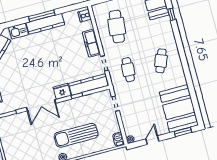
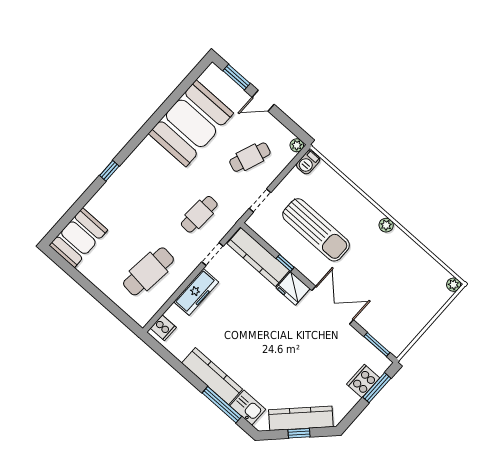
window: (172, 14) -> (109, 171), moved
window: (42, 16) -> (222, 405), moved
cafe table: (161, 61) -> (250, 157), moved
booth: (179, 109) -> (191, 123), moved
sun lounger: (76, 135) -> (316, 230), moved
door: (152, 140) -> (263, 101), moved

